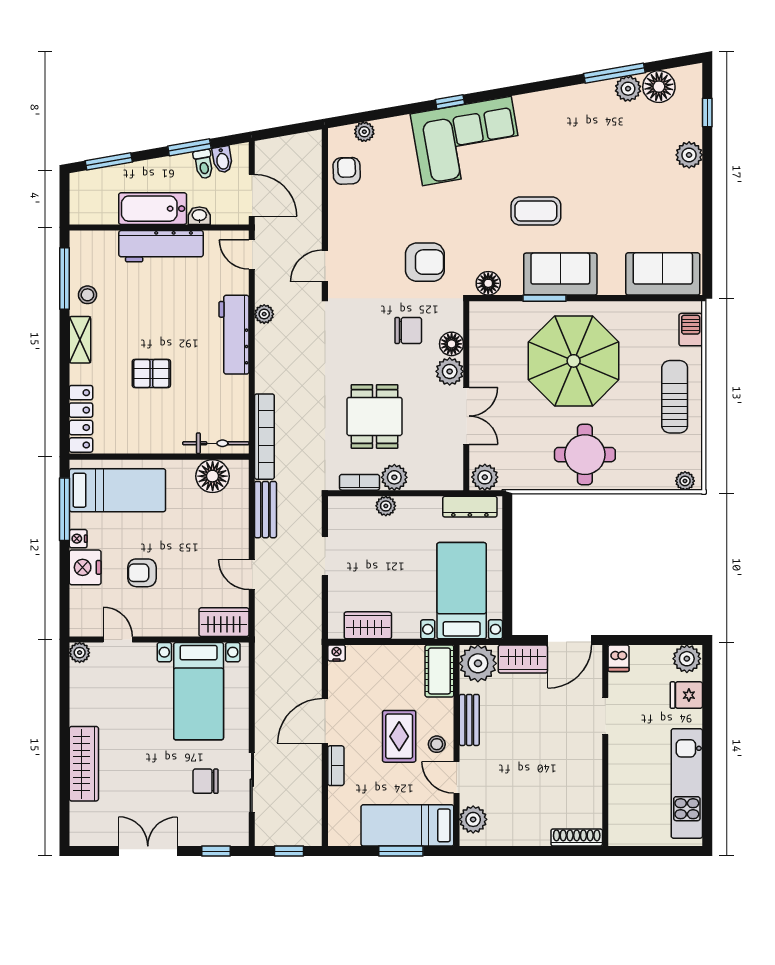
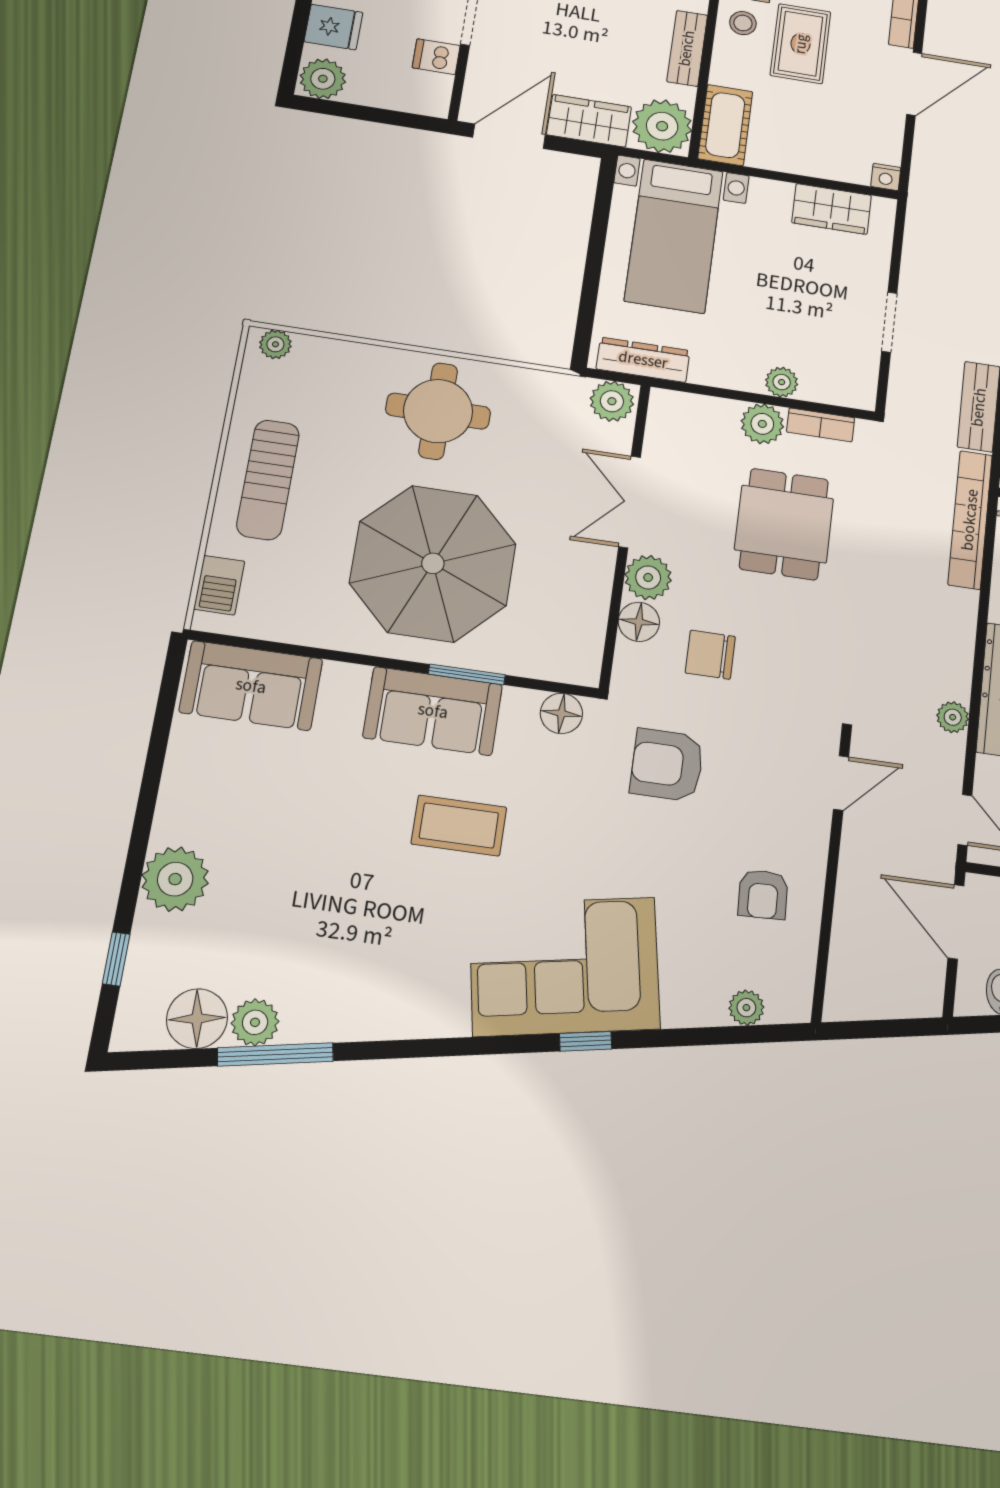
plant: (689, 155) -> (175, 879), width x1.36, depth x1.36
armchair: (347, 171) -> (763, 894), moved
dishwasher: (619, 658) -> (436, 57), moved, turned -90

